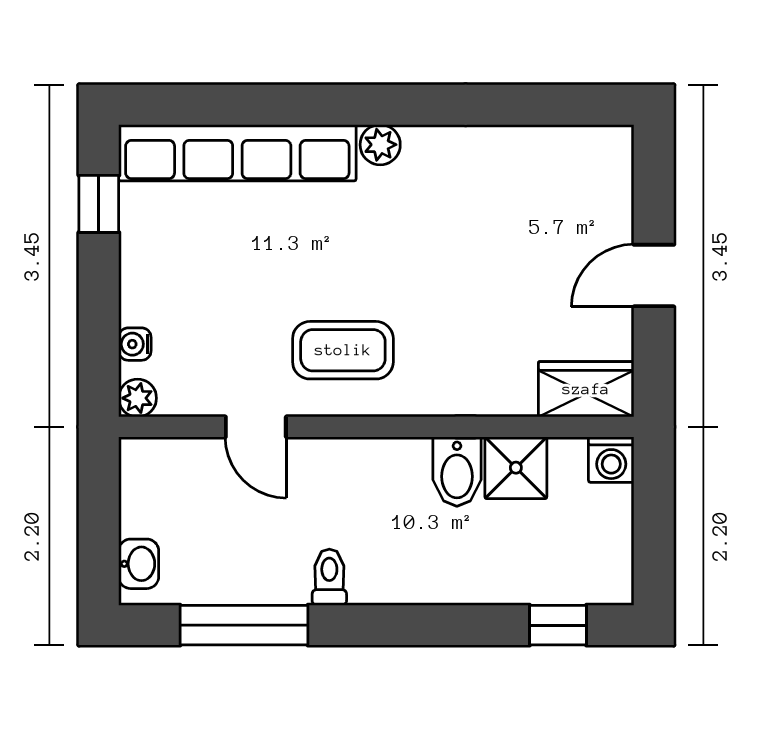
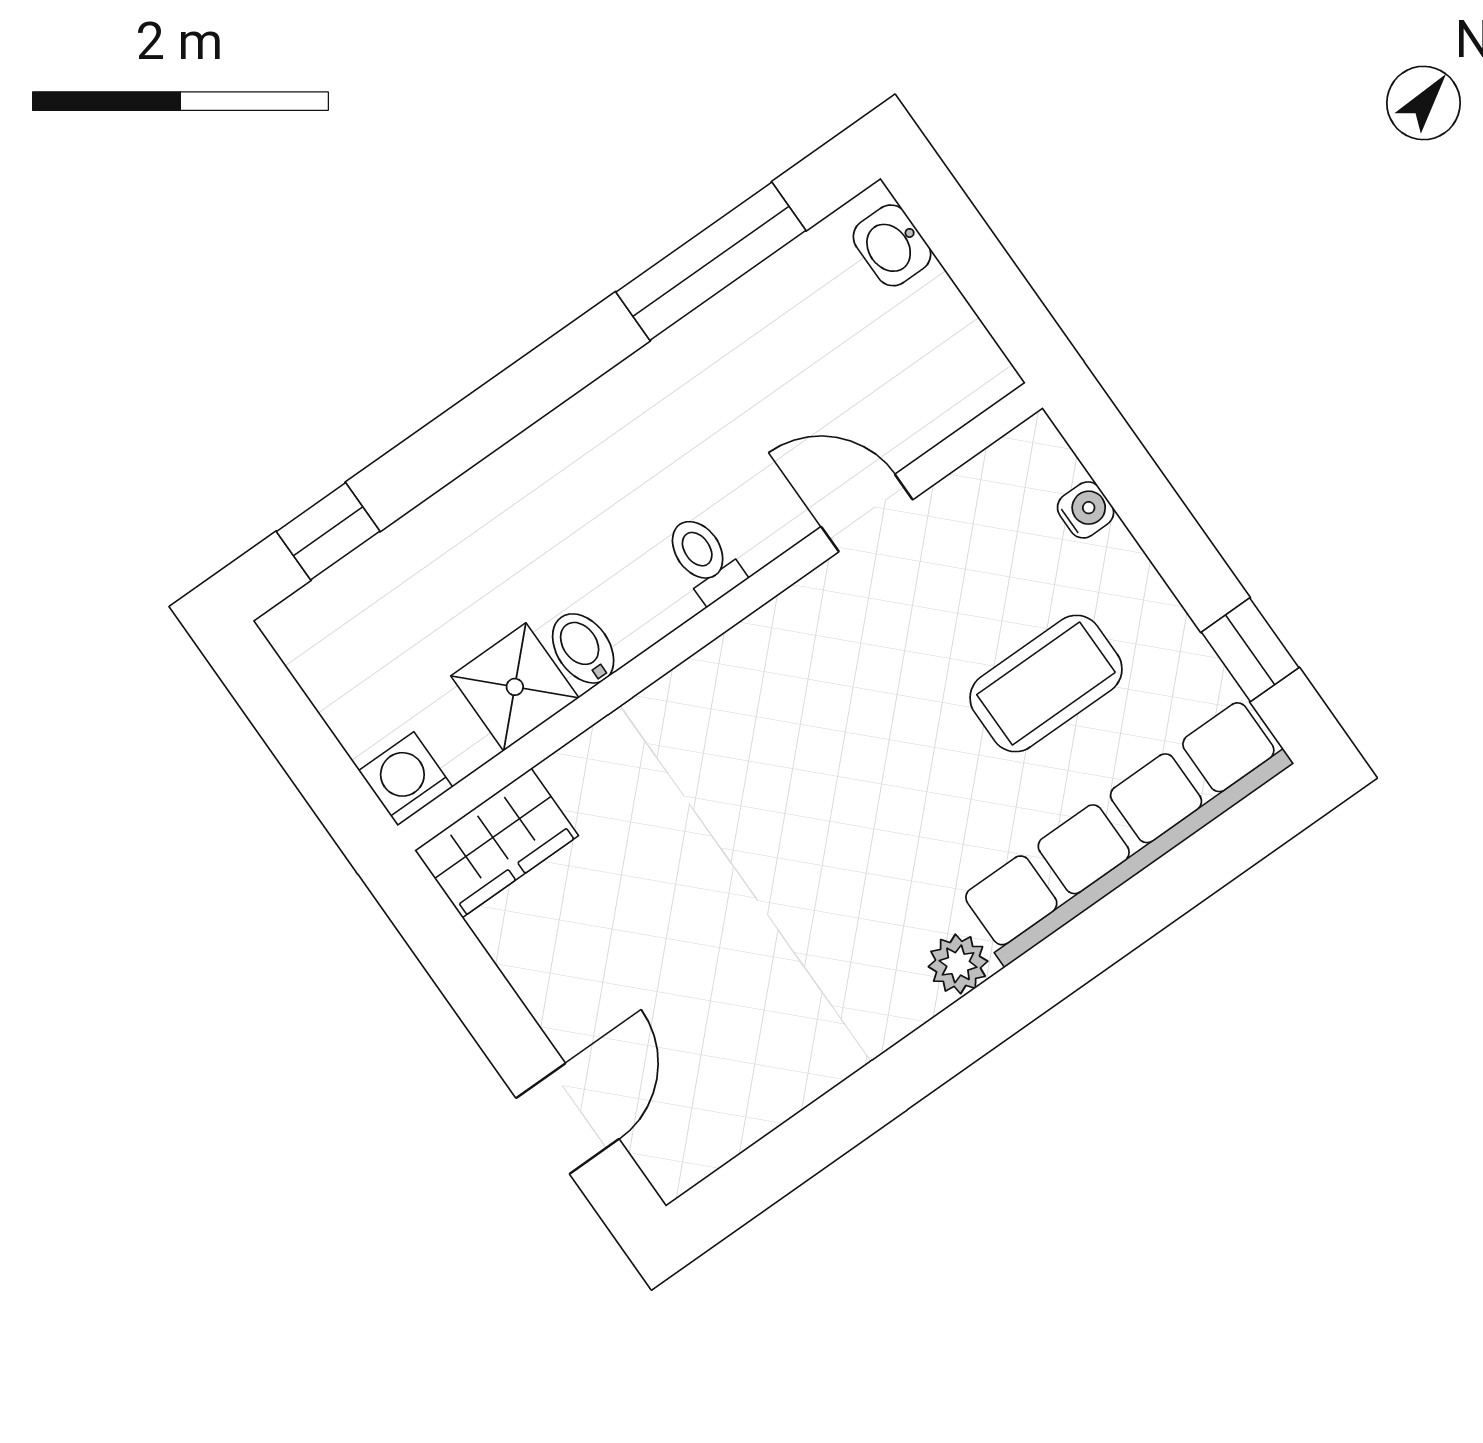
door: (654, 276) -> (567, 1119), moved
coffee table: (343, 350) -> (1046, 683), moved
plant: (138, 398) -> (1036, 446), removed
bidet: (457, 472) -> (583, 648), width x0.72, depth x0.74
toilet: (329, 577) -> (704, 559), moved, turned 180

